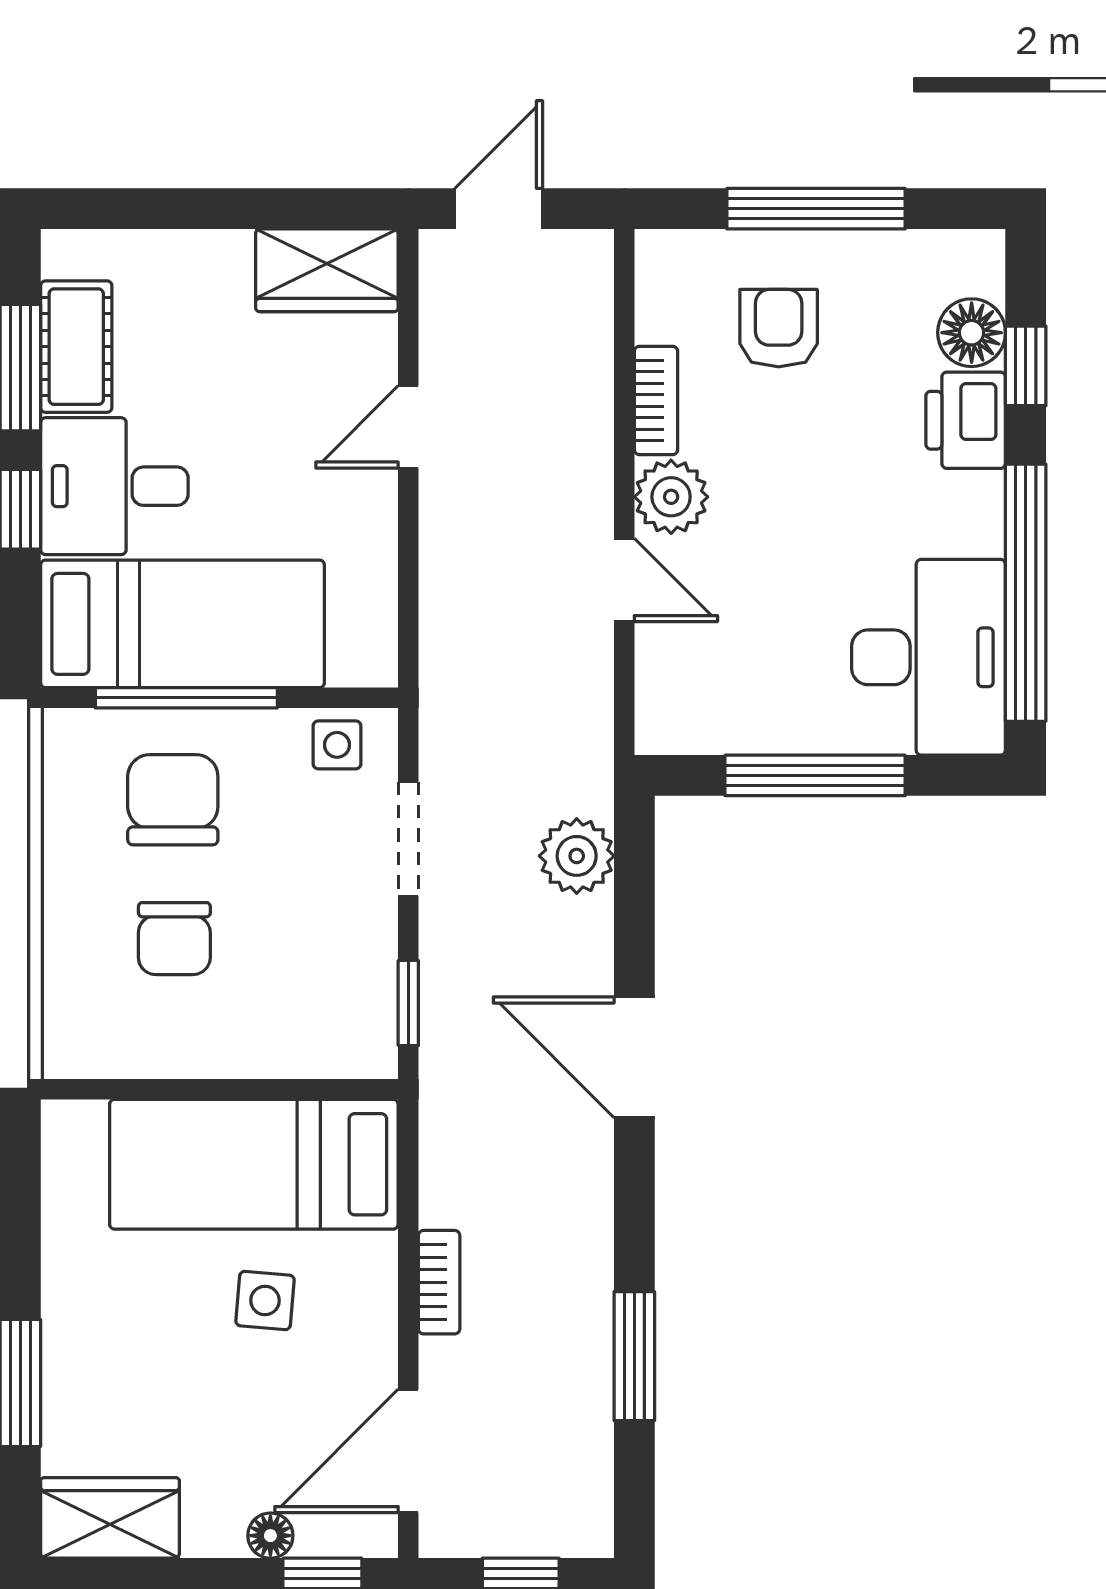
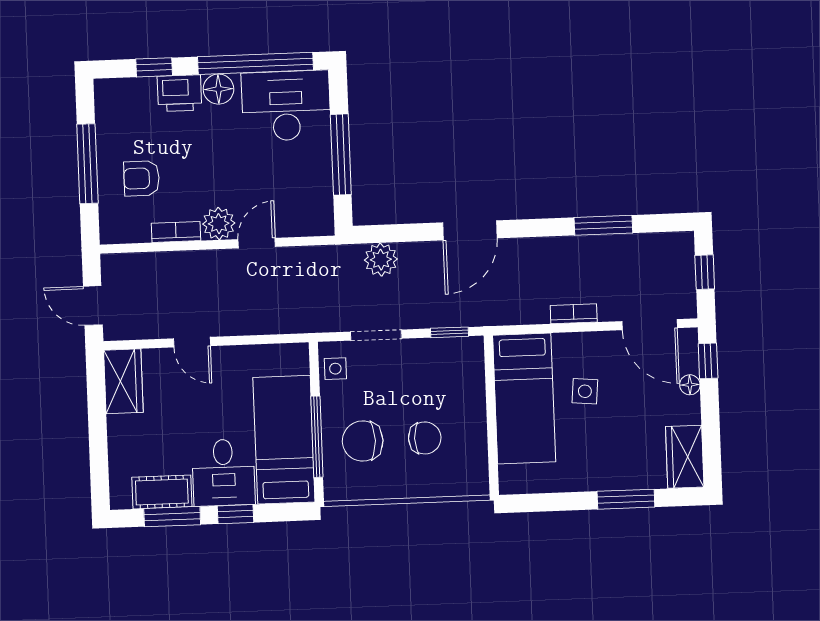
floor lamp: (972, 333) -> (218, 89), moved

